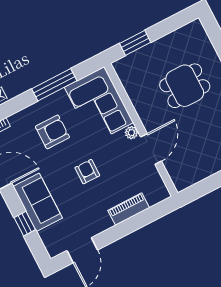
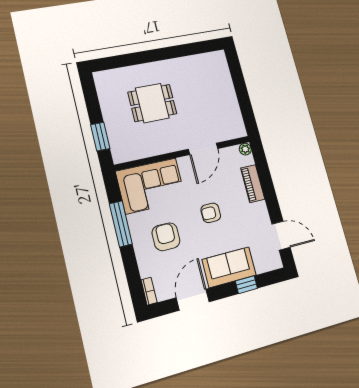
dining table: (185, 86) -> (152, 103), turned 90
plant: (131, 133) -> (245, 149), moved
door: (151, 149) -> (203, 149), swing flipped

